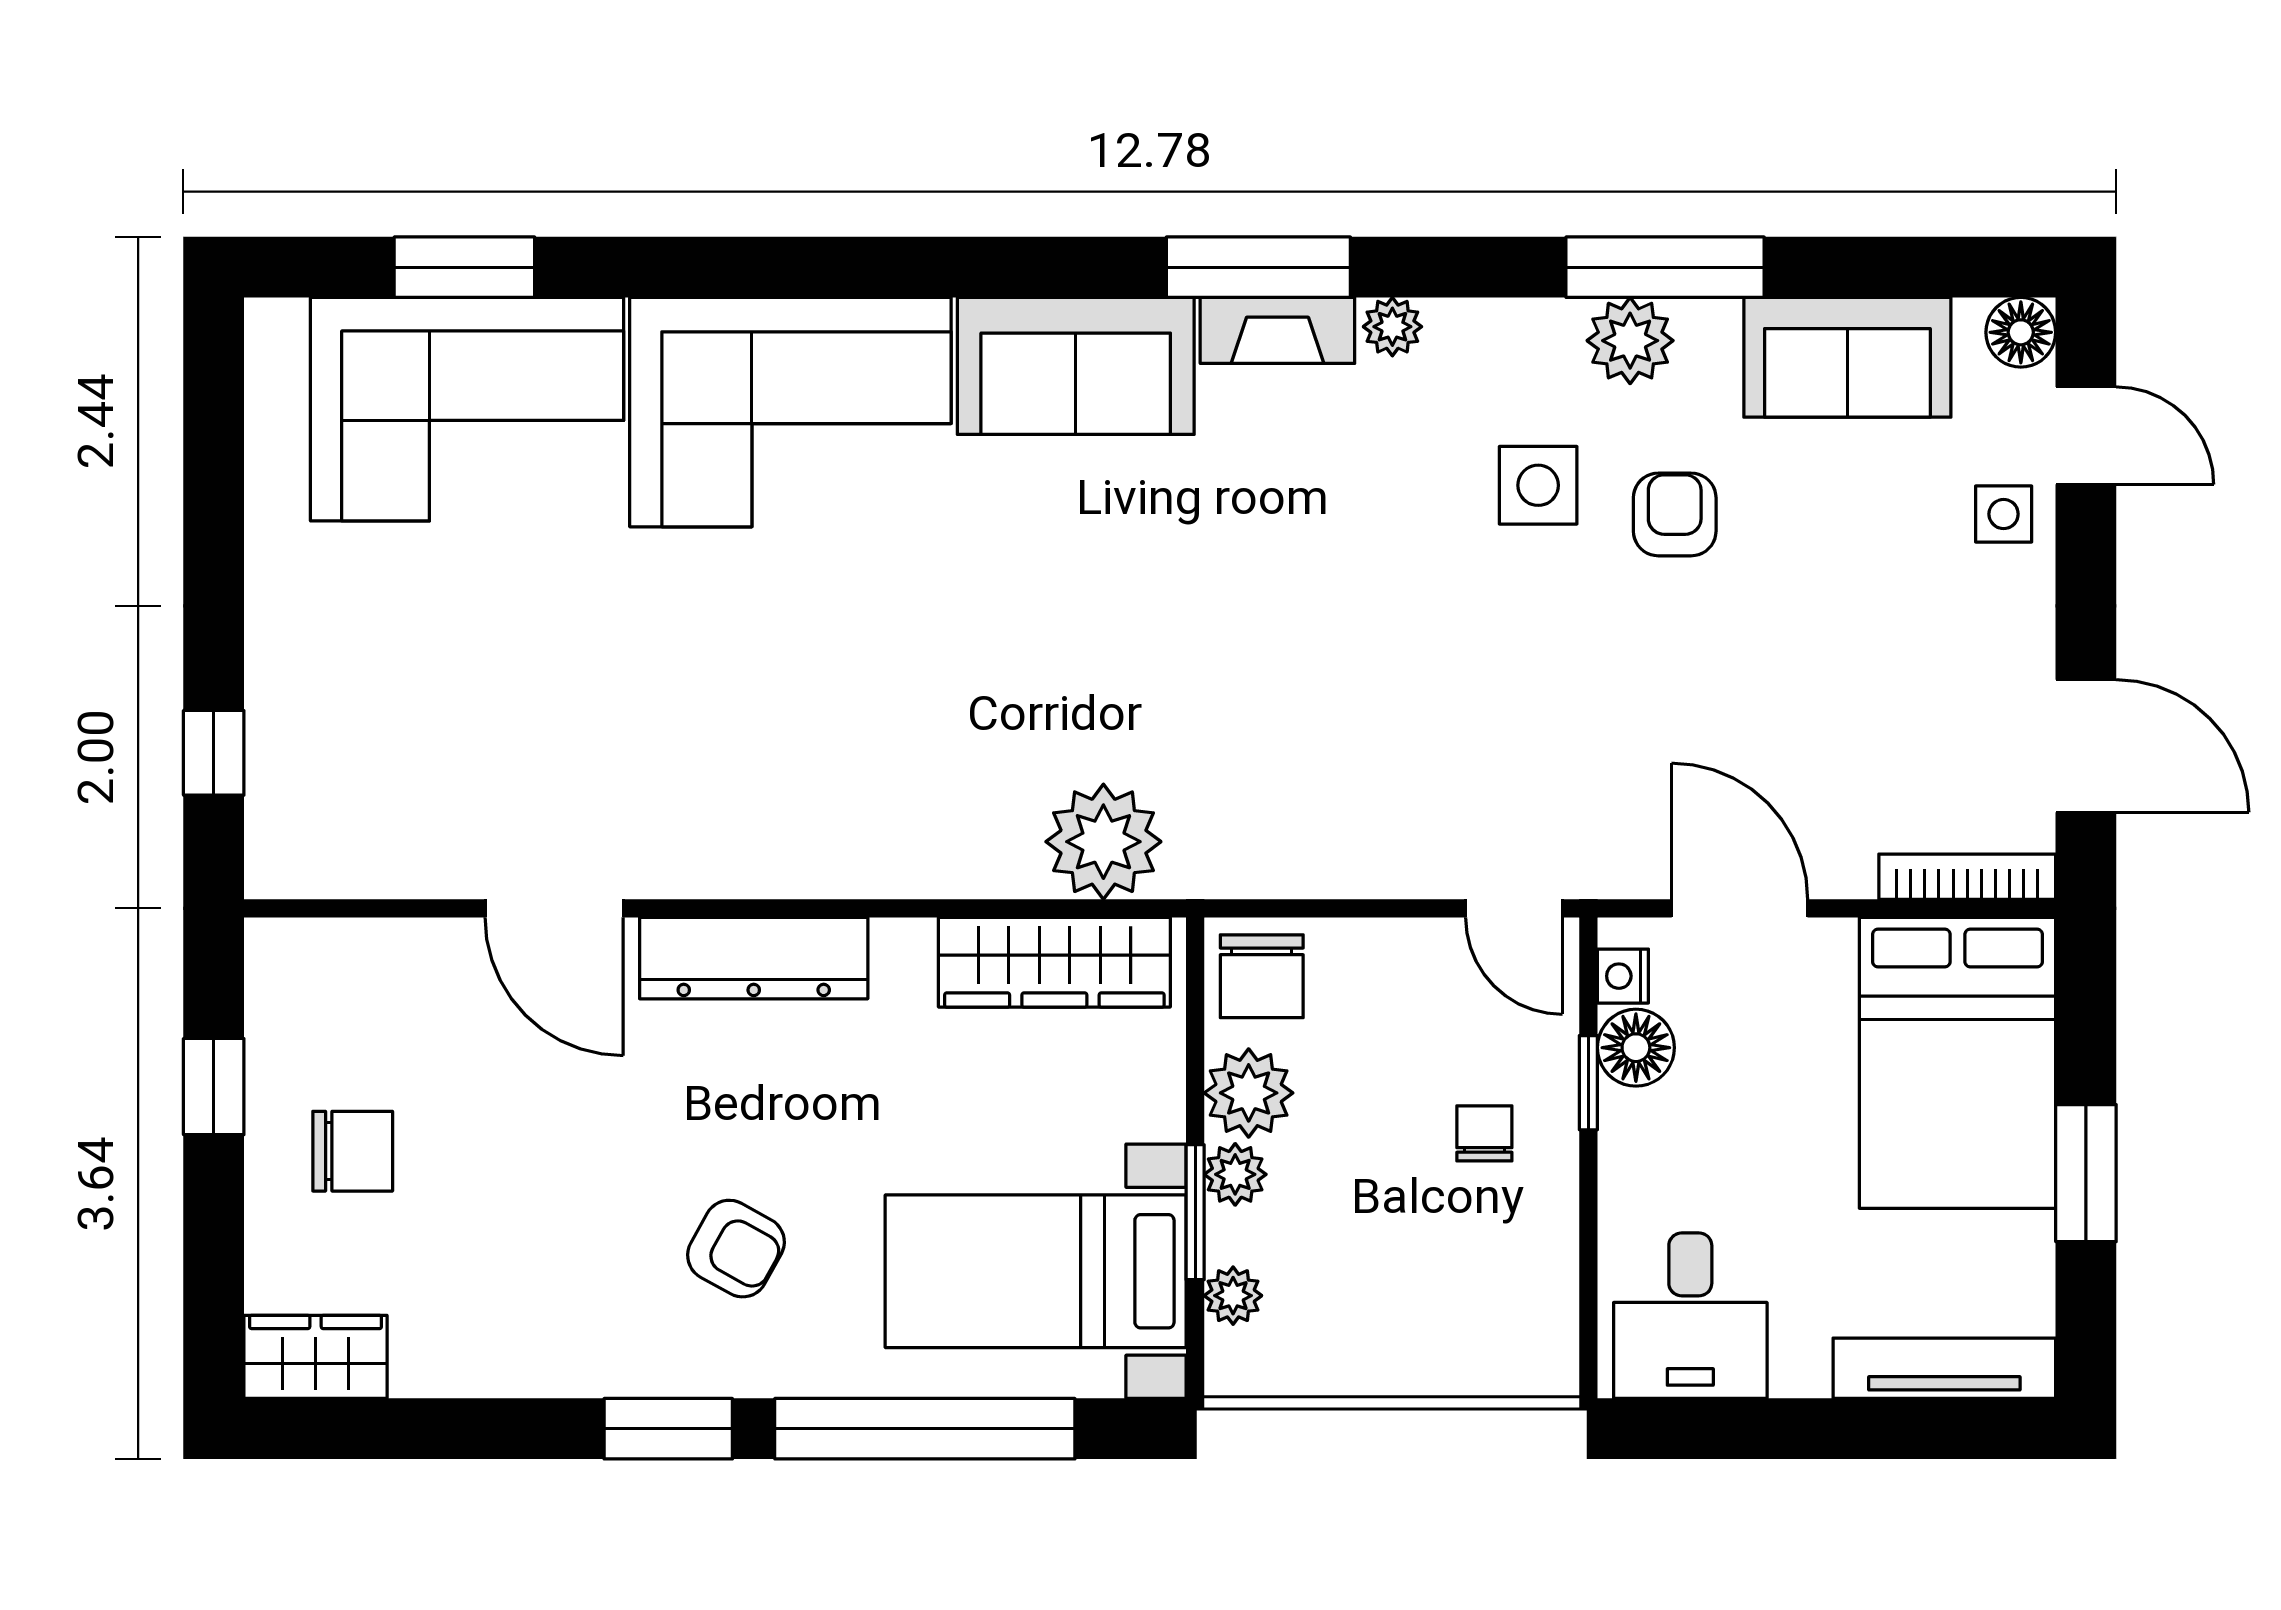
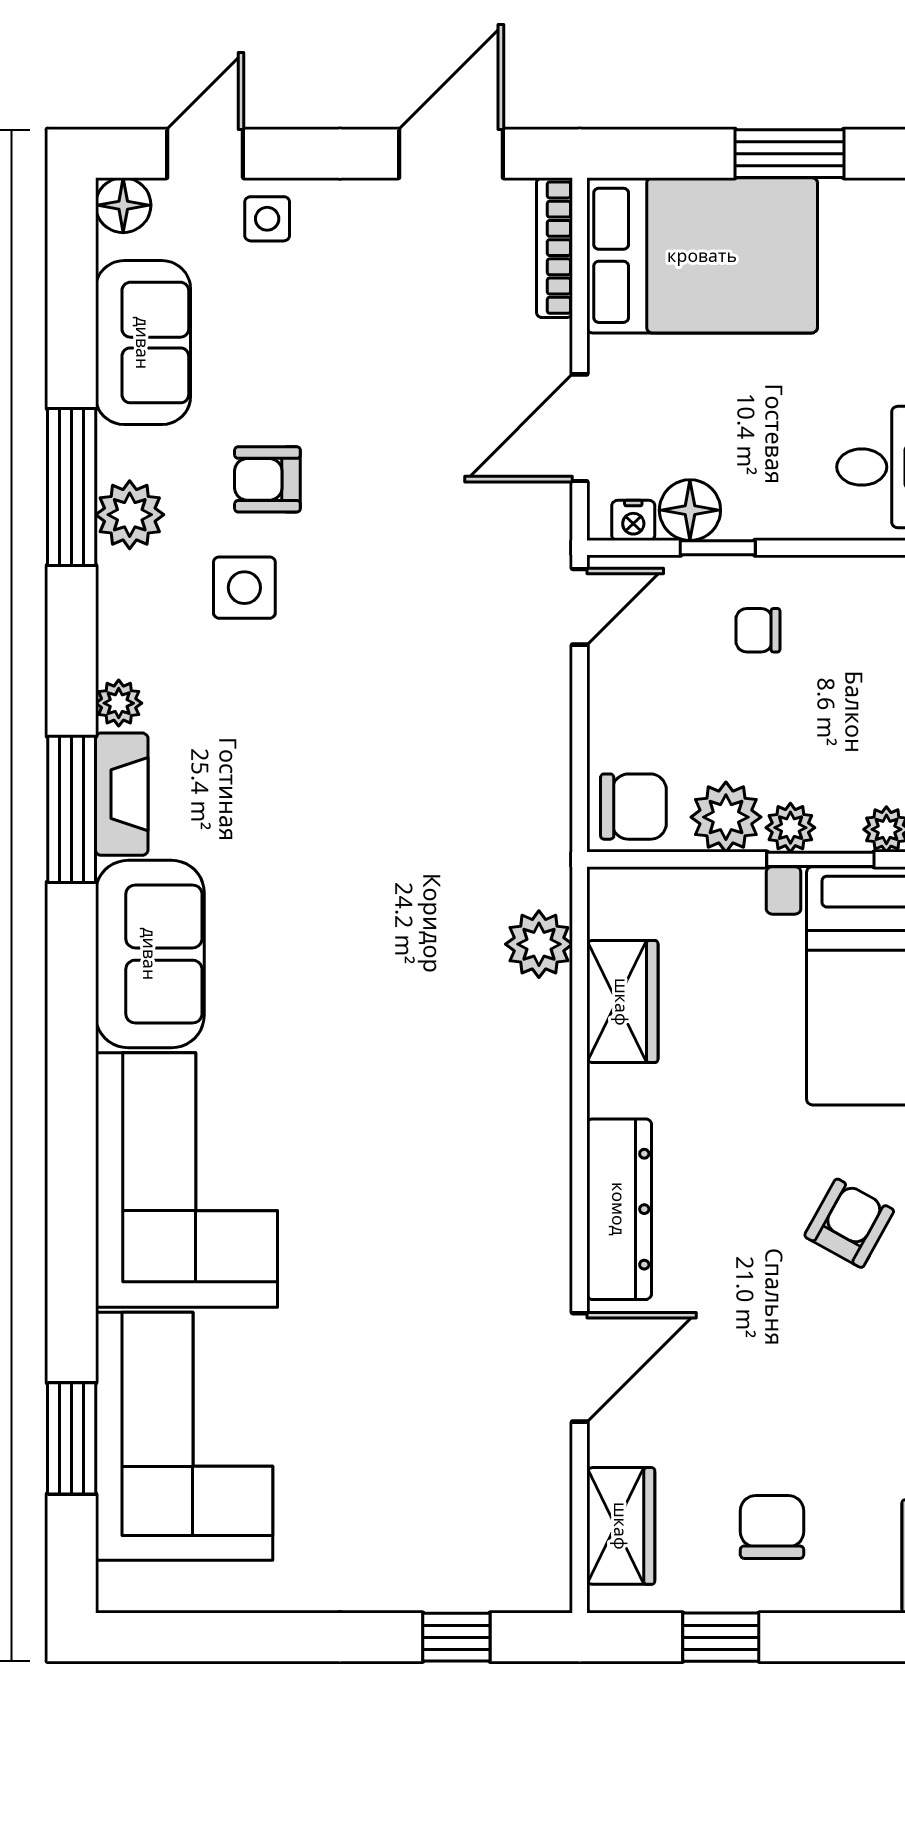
plant: (1103, 842) -> (539, 944), width x0.73, depth x0.73
wardrobe: (354, 960) -> (621, 1526), added
wardrobe: (1054, 962) -> (622, 1002), width x0.67

